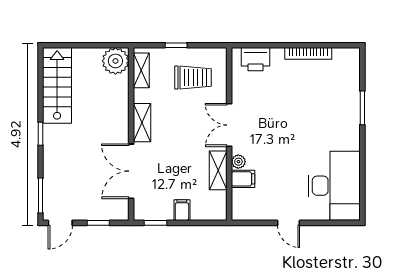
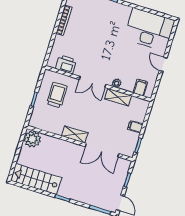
printer: (255, 59) -> (66, 64), moved, turned -90
shelving: (141, 70) -> (43, 125), removed
filing cabinet: (243, 179) -> (140, 88), moved
door: (289, 223) -> (163, 64), swing flipped

